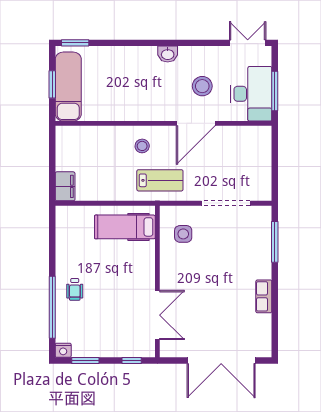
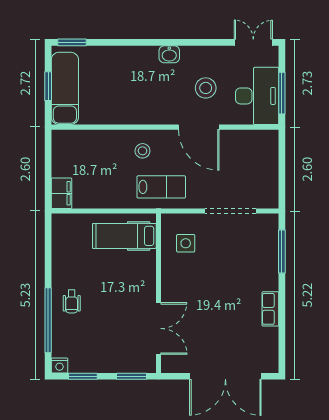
door: (196, 123) -> (199, 127), hinge flipped
window: (132, 361) -> (131, 376), width x1.50

